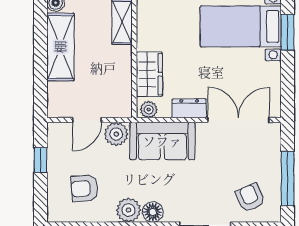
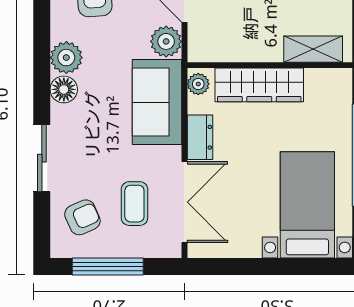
window: (288, 32) -> (300, 266), removed
wardrobe: (149, 74) -> (259, 85), width x1.50
coffee table: (240, 158) -> (134, 204), added

